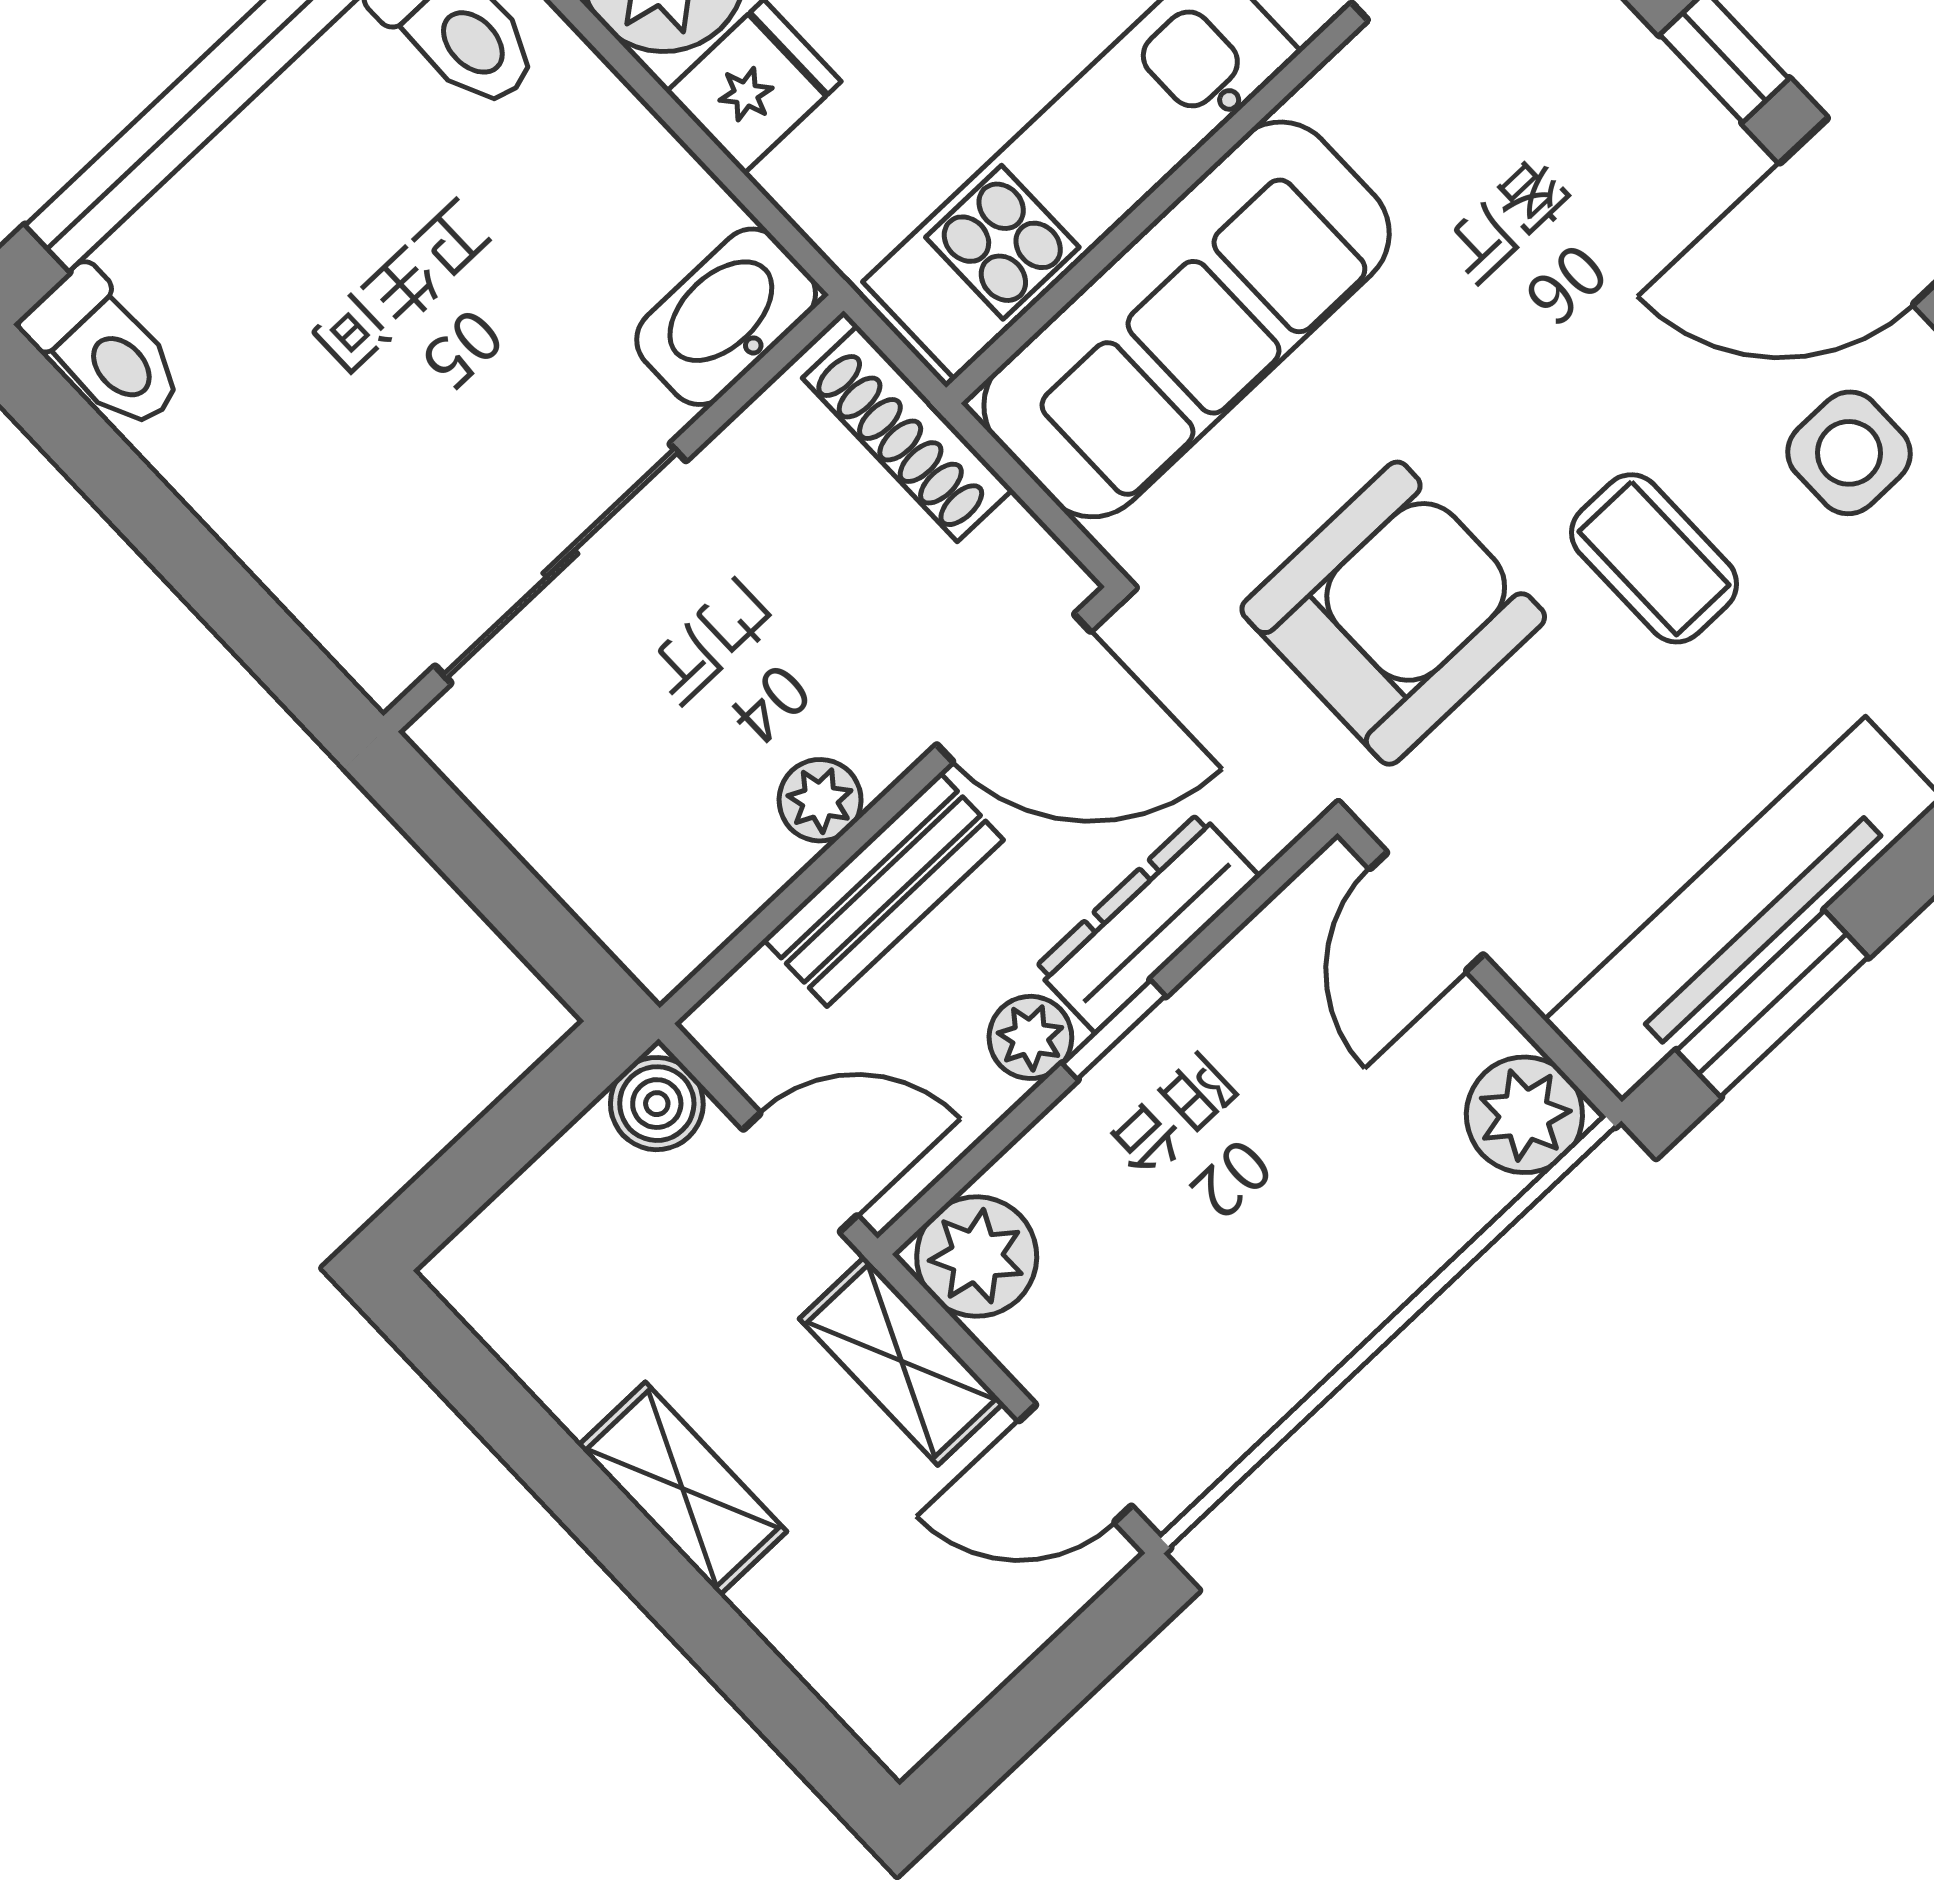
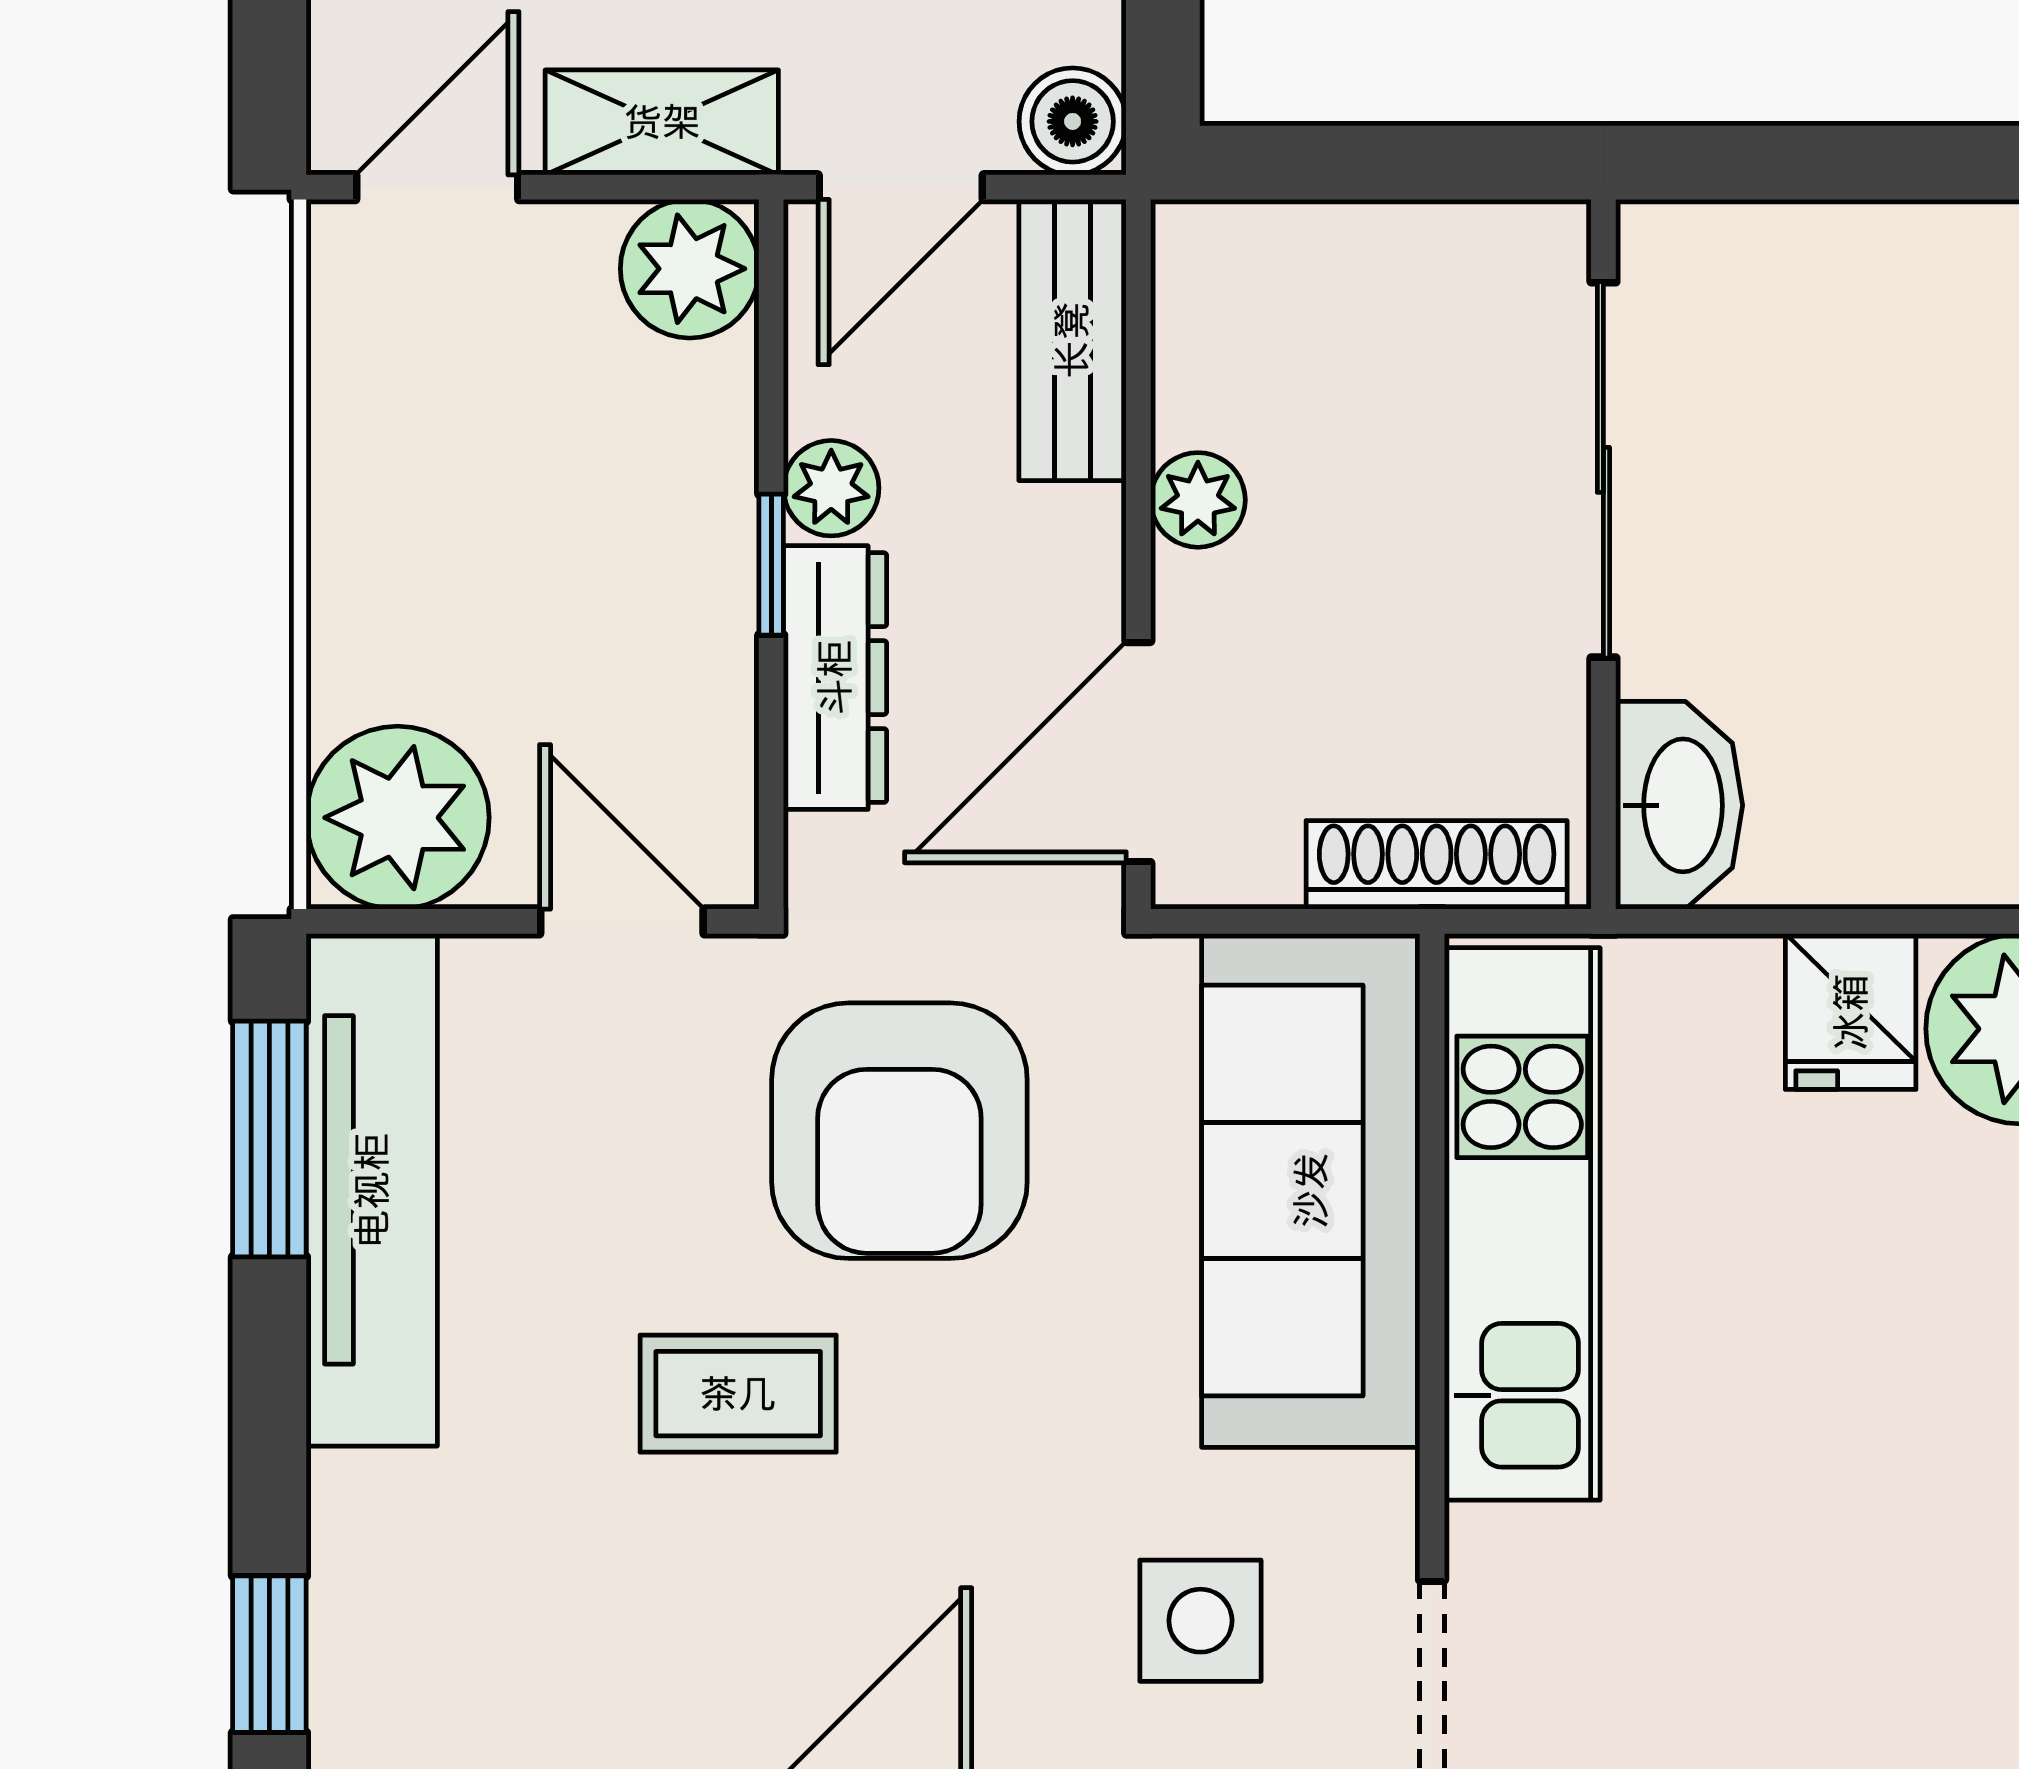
side table: (1849, 453) -> (1200, 1621), moved
bench: (883, 890) -> (1072, 340), moved
plant: (1524, 1115) -> (398, 818), width x1.36, depth x1.36

